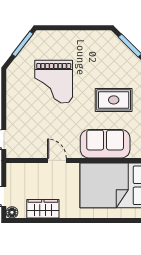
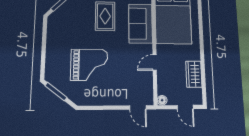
floor lamp: (12, 212) -> (162, 100), moved

